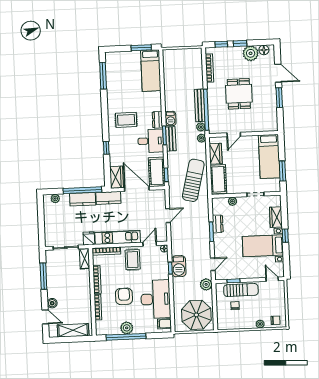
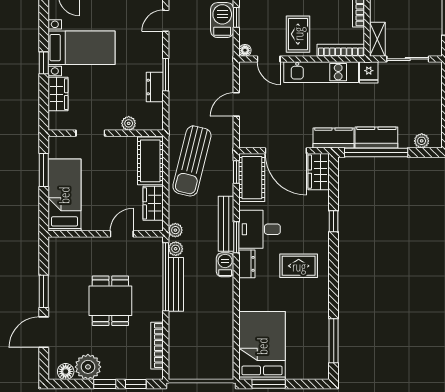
bed: (151, 71) -> (262, 346), width x1.50
door: (278, 73) -> (44, 332), hinge flipped
bench: (171, 139) -> (226, 224), width x1.36
door: (150, 244) -> (269, 59), hinge flipped

